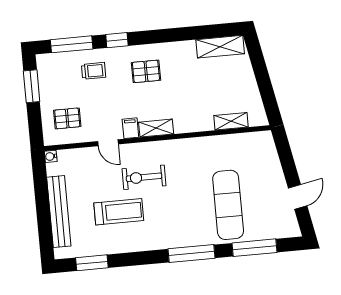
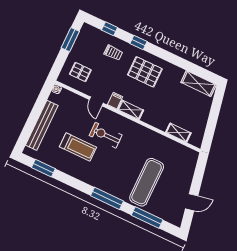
window: (72, 44) -> (110, 29), width x0.46
pallet: (146, 71) -> (145, 72), width x1.50, depth x1.42

